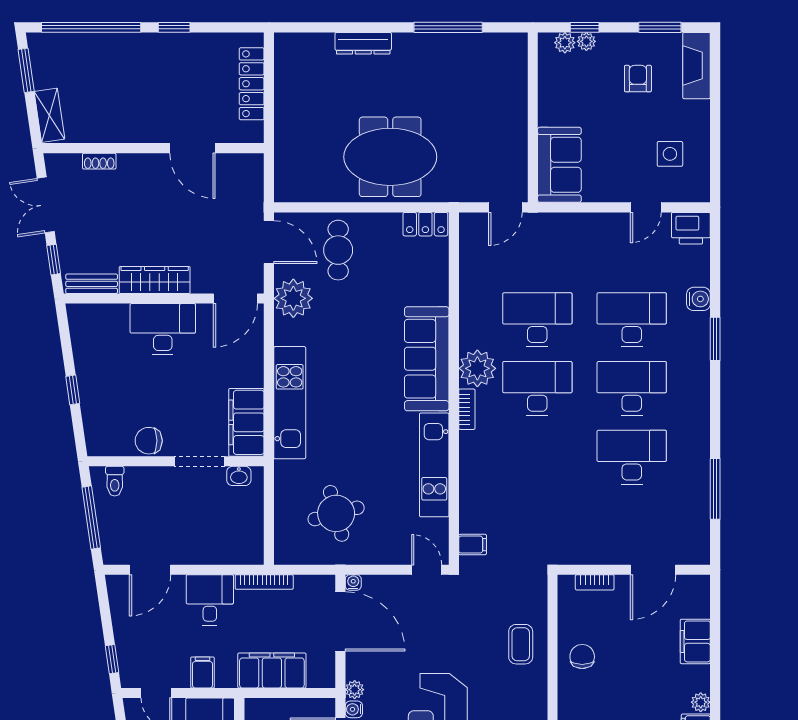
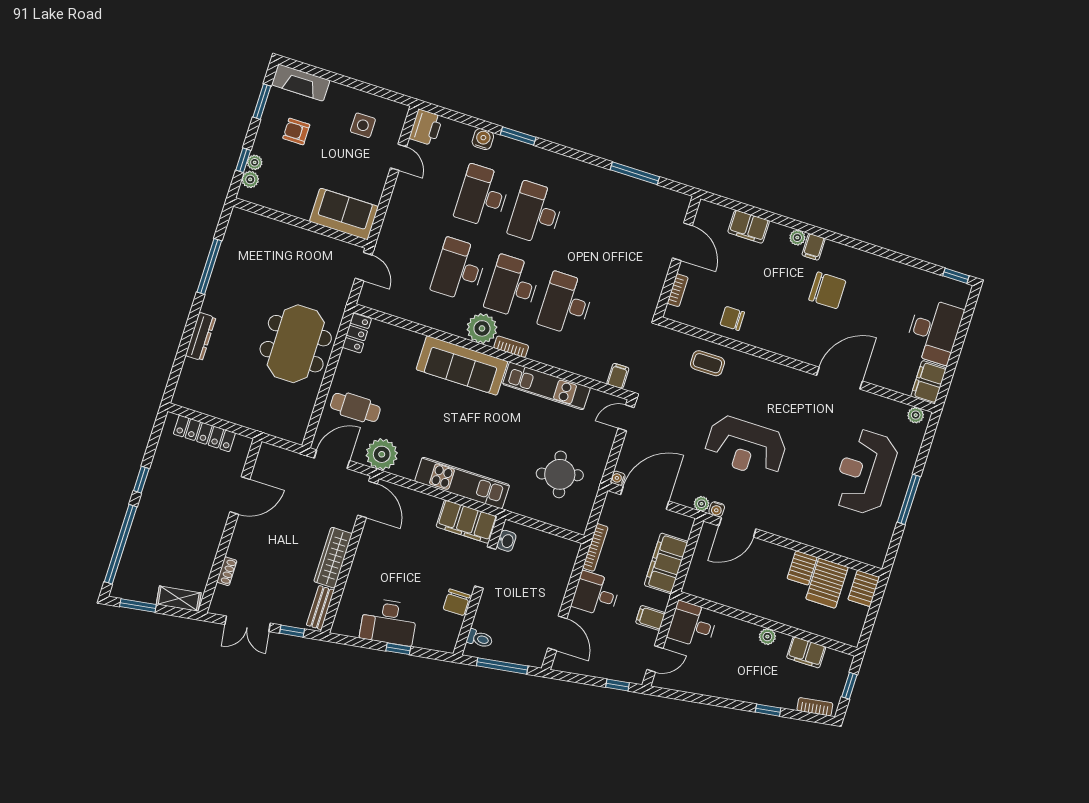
desk: (163, 329) -> (389, 622), moved, turned -98
desk: (632, 457) -> (566, 304), moved

